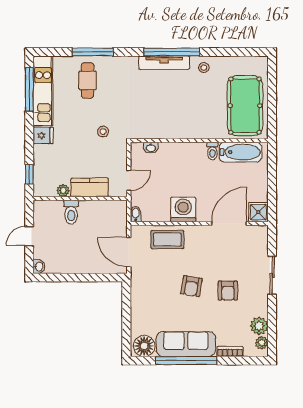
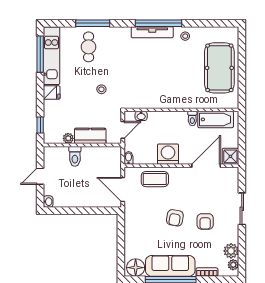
wall: (199, 141) -> (181, 110), moved
washbasin: (151, 148) -> (141, 116), moved
toilet: (212, 151) -> (192, 119), moved
bathtub: (240, 152) -> (216, 119), moved

